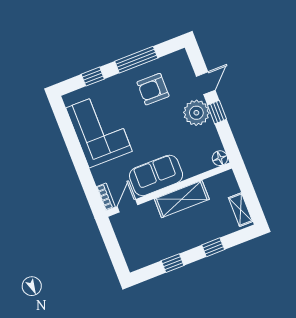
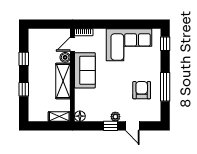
window: (93, 77) -> (165, 44), moved
plant: (196, 113) -> (115, 117), width x0.53, depth x0.53
door: (127, 206) -> (72, 44), swing flipped
boiler: (149, 209) -> (65, 57), added
shelving: (241, 210) -> (59, 117), moved

